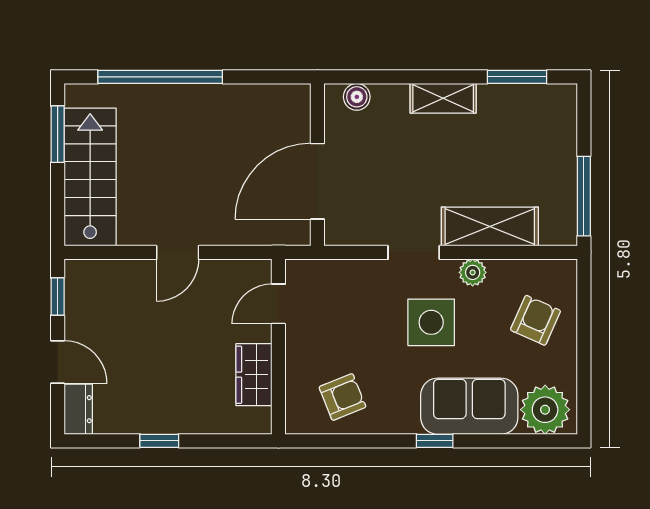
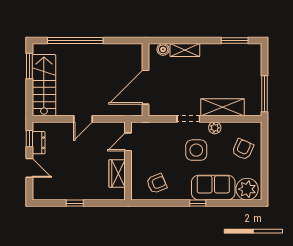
shelving: (443, 98) -> (185, 50), moved
dresser: (78, 409) -> (39, 143), moved

